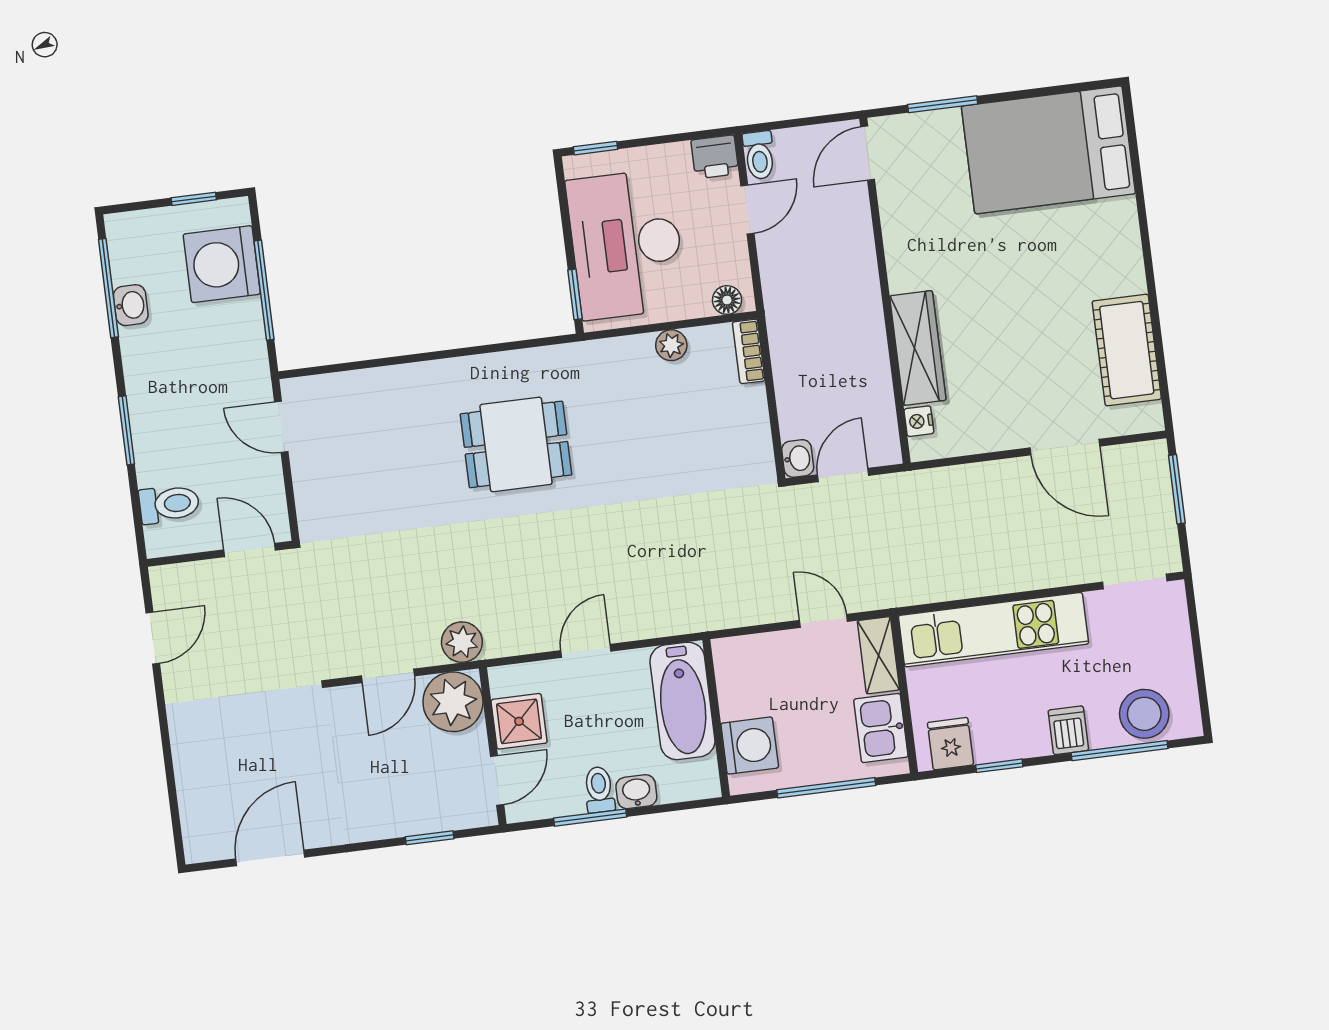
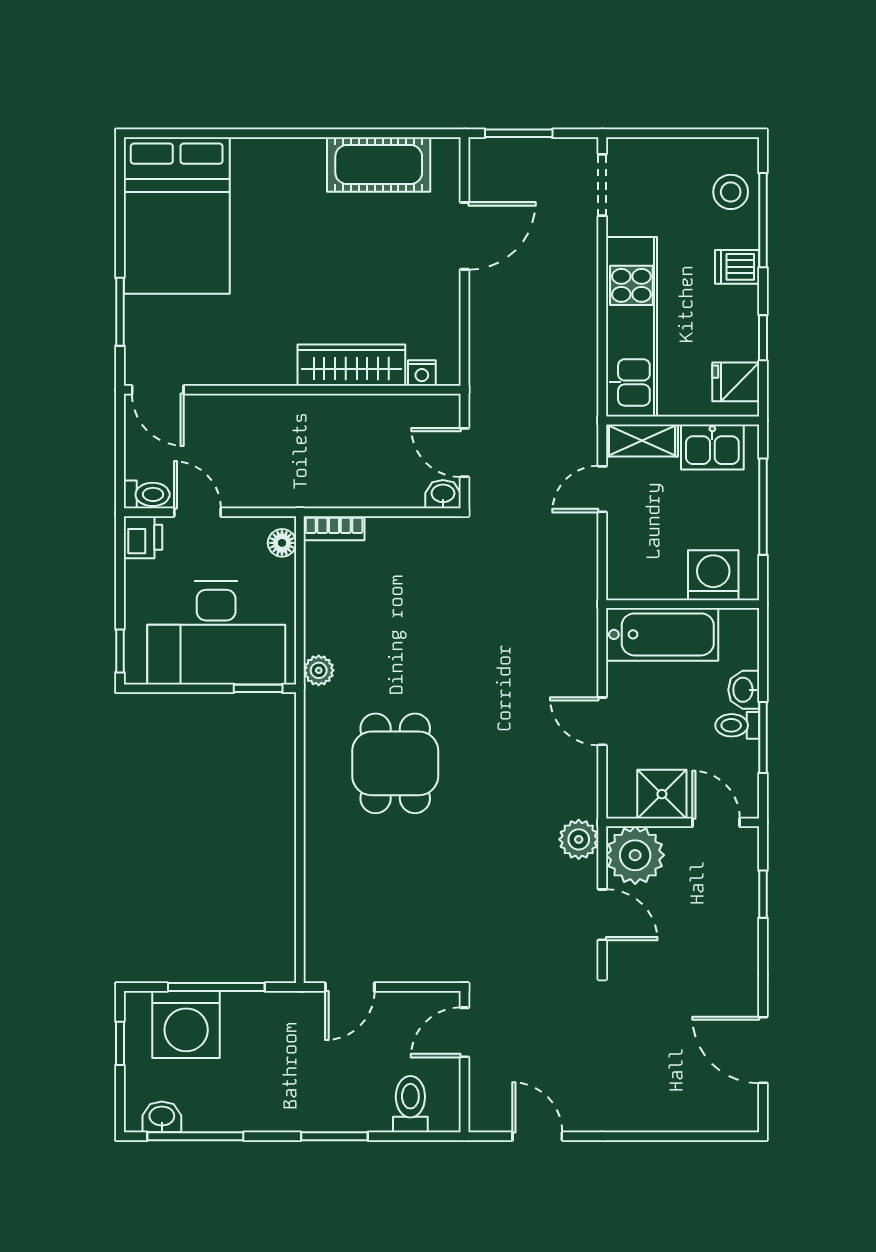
washbasin: (131, 305) -> (162, 1117), moved
plant: (671, 345) -> (319, 670), moved
stool: (1144, 714) -> (731, 192), width x0.73, depth x0.73

